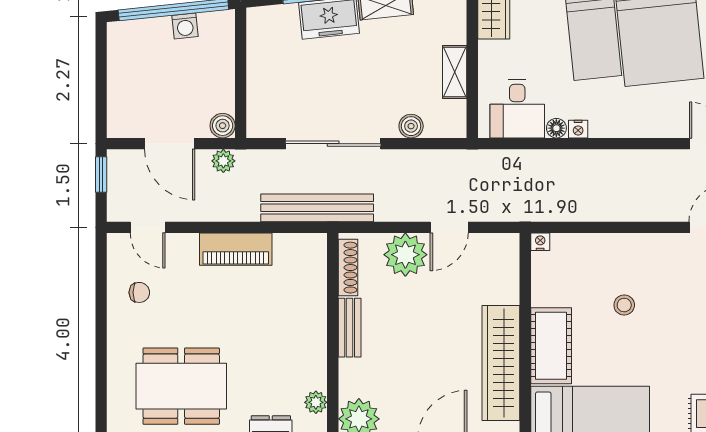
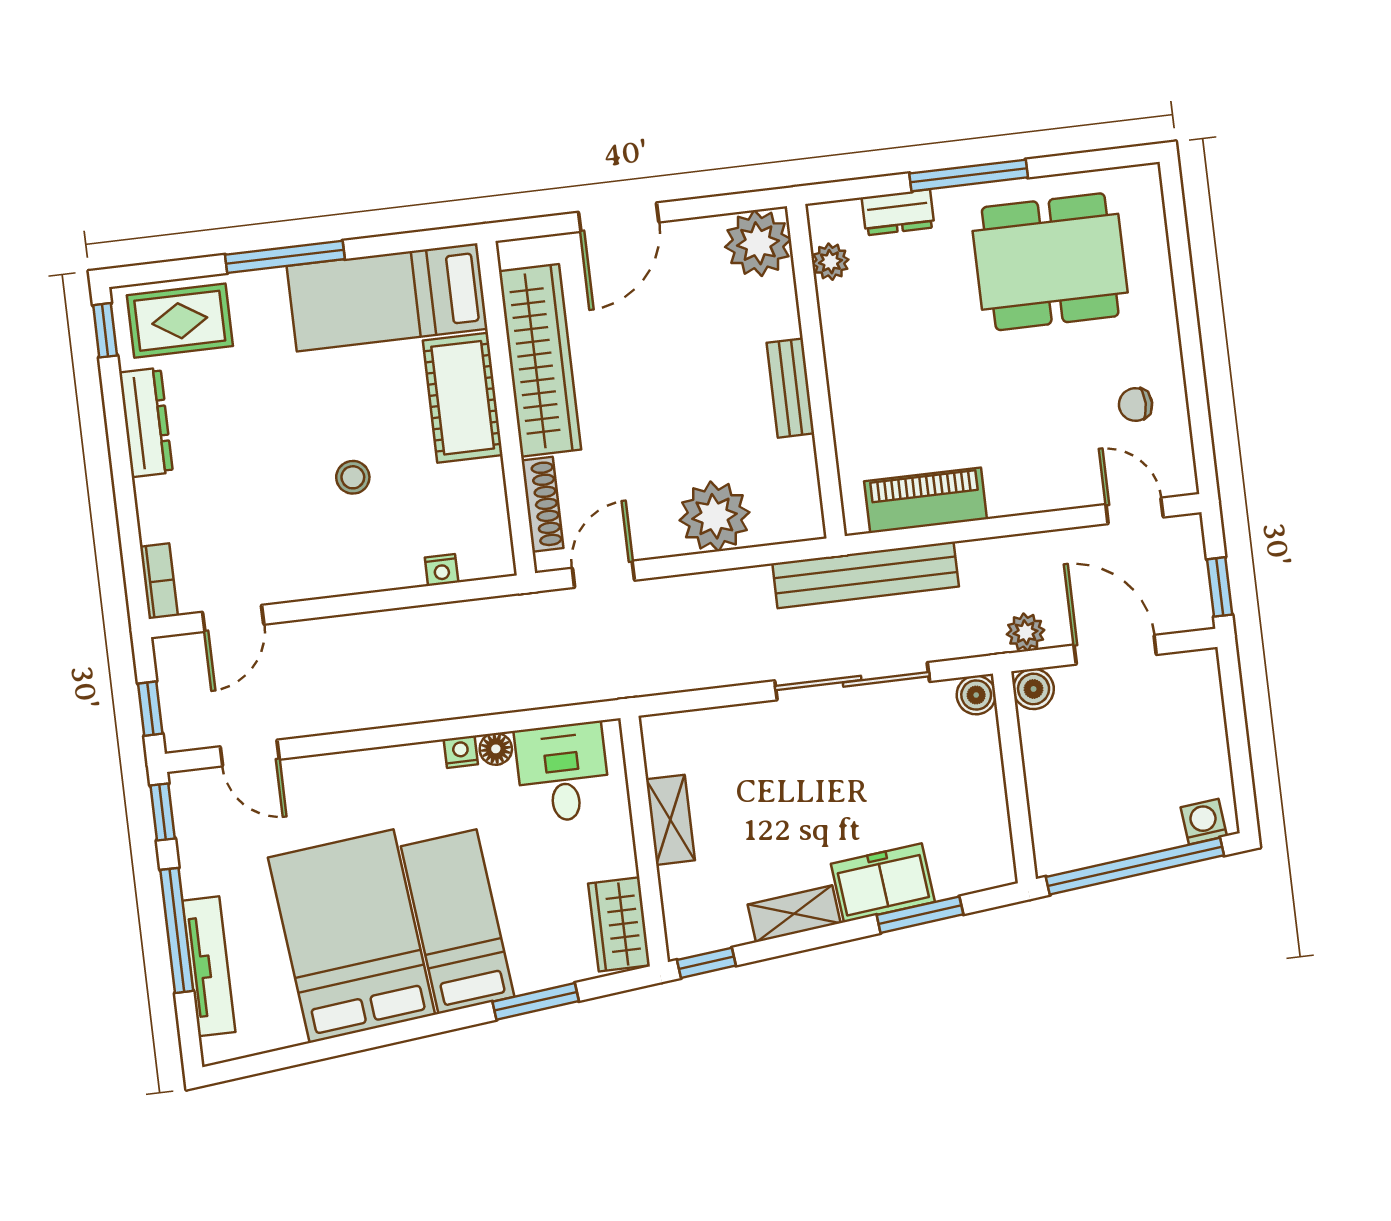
washing machine: (185, 26) -> (1204, 822), moved
boiler: (411, 126) -> (976, 695), moved
door: (449, 227) -> (603, 574), moved
nightstand: (540, 242) -> (442, 570), moved
piano: (236, 249) -> (926, 500), moved
shoe rack: (348, 268) -> (542, 504), moved, turned 180

